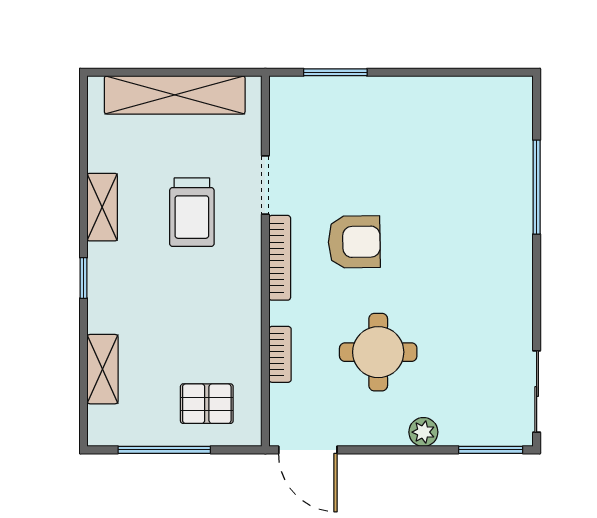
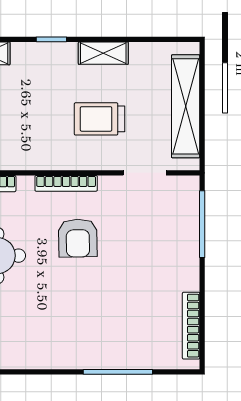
window: (335, 72) -> (202, 224), width x1.44
bookcase: (474, 87) -> (191, 326), added
doorway: (265, 185) -> (145, 173), moved

